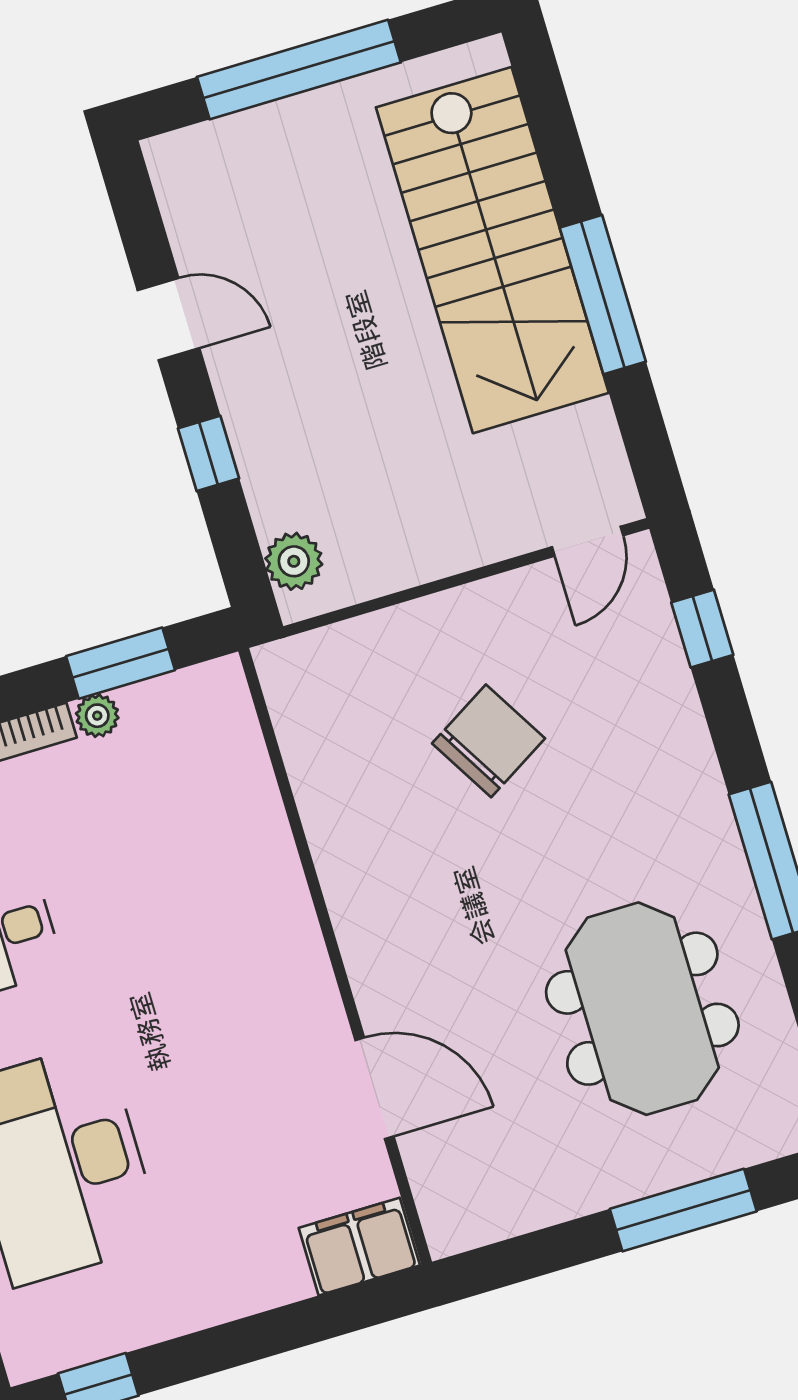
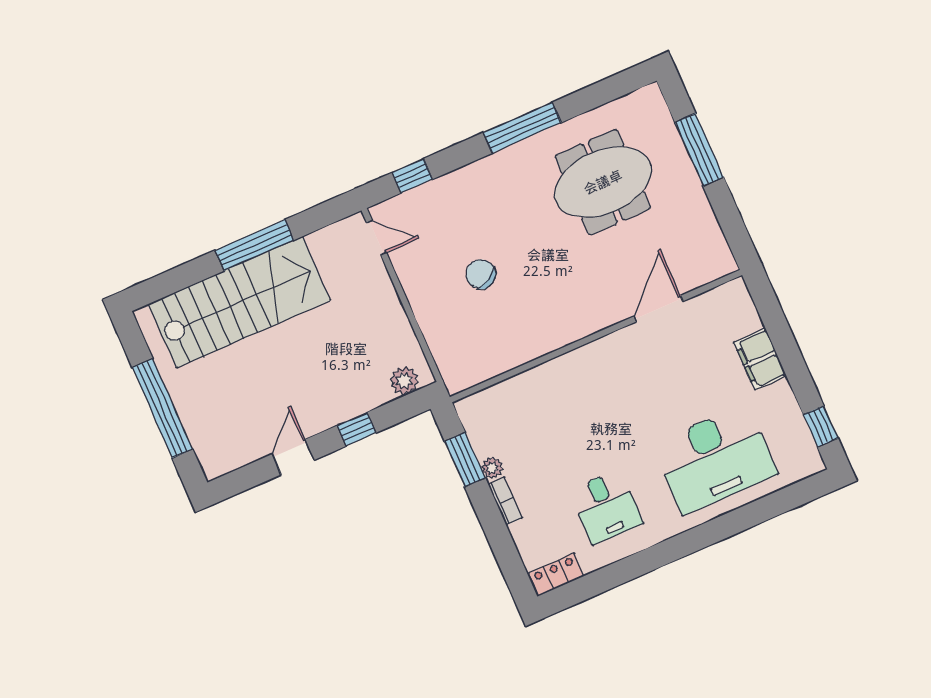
chair: (489, 741) -> (481, 274), width x0.73, depth x0.73
filing cabinet: (359, 1247) -> (760, 359), moved

